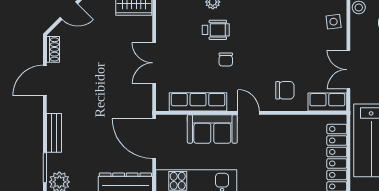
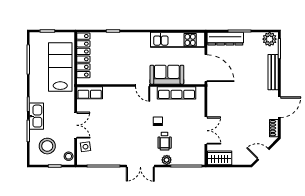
wheelchair: (216, 30) -> (165, 141), turned -90
double door: (154, 63) -> (206, 131), moved
double door: (348, 70) -> (76, 125), moved
chair: (285, 90) -> (118, 101), removed
bench: (54, 133) -> (273, 72), width x1.36

